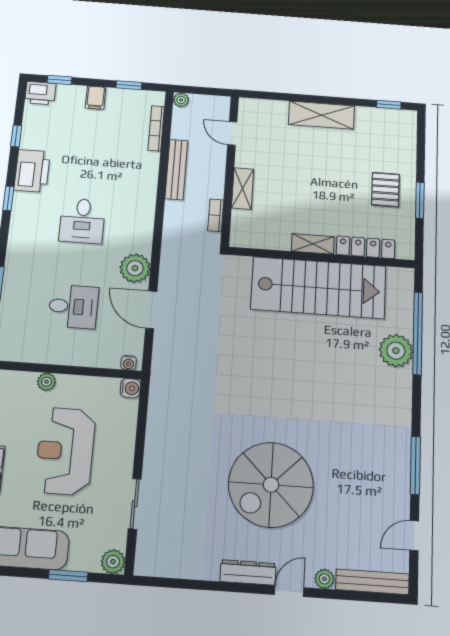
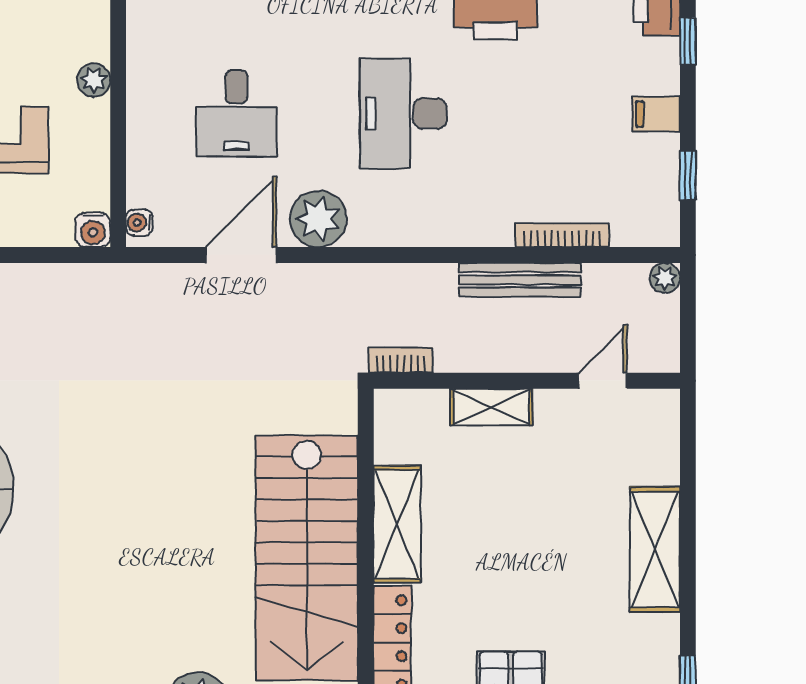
bookcase: (156, 128) -> (562, 235), moved
bookcase: (216, 215) -> (401, 360), moved
desk: (82, 221) -> (403, 114), width x1.37
shelving: (313, 244) -> (397, 524), width x1.50, depth x1.33

